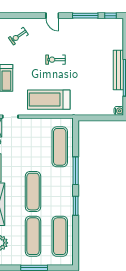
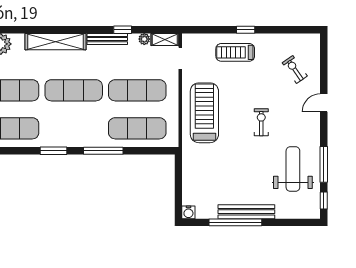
door: (52, 16) -> (324, 103), moved
weight bench: (88, 37) -> (293, 169), added
exercise mat: (33, 147) -> (137, 90), added

